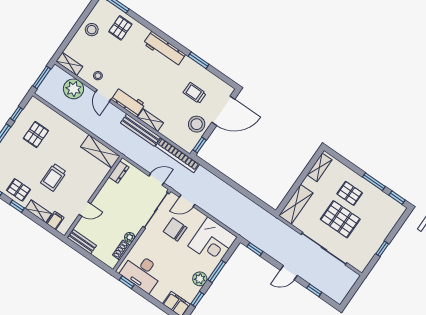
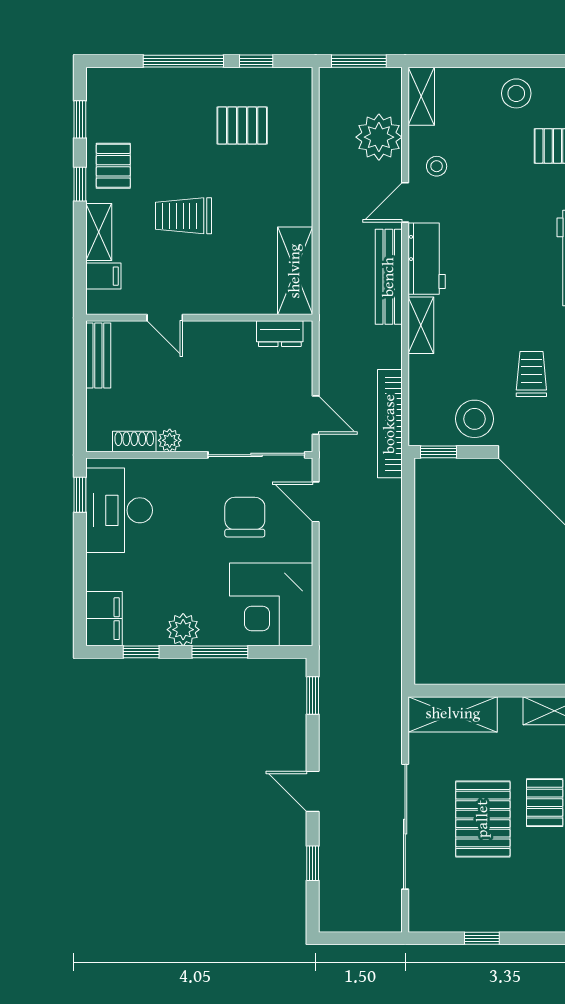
bench: (140, 130) -> (389, 277), moved

